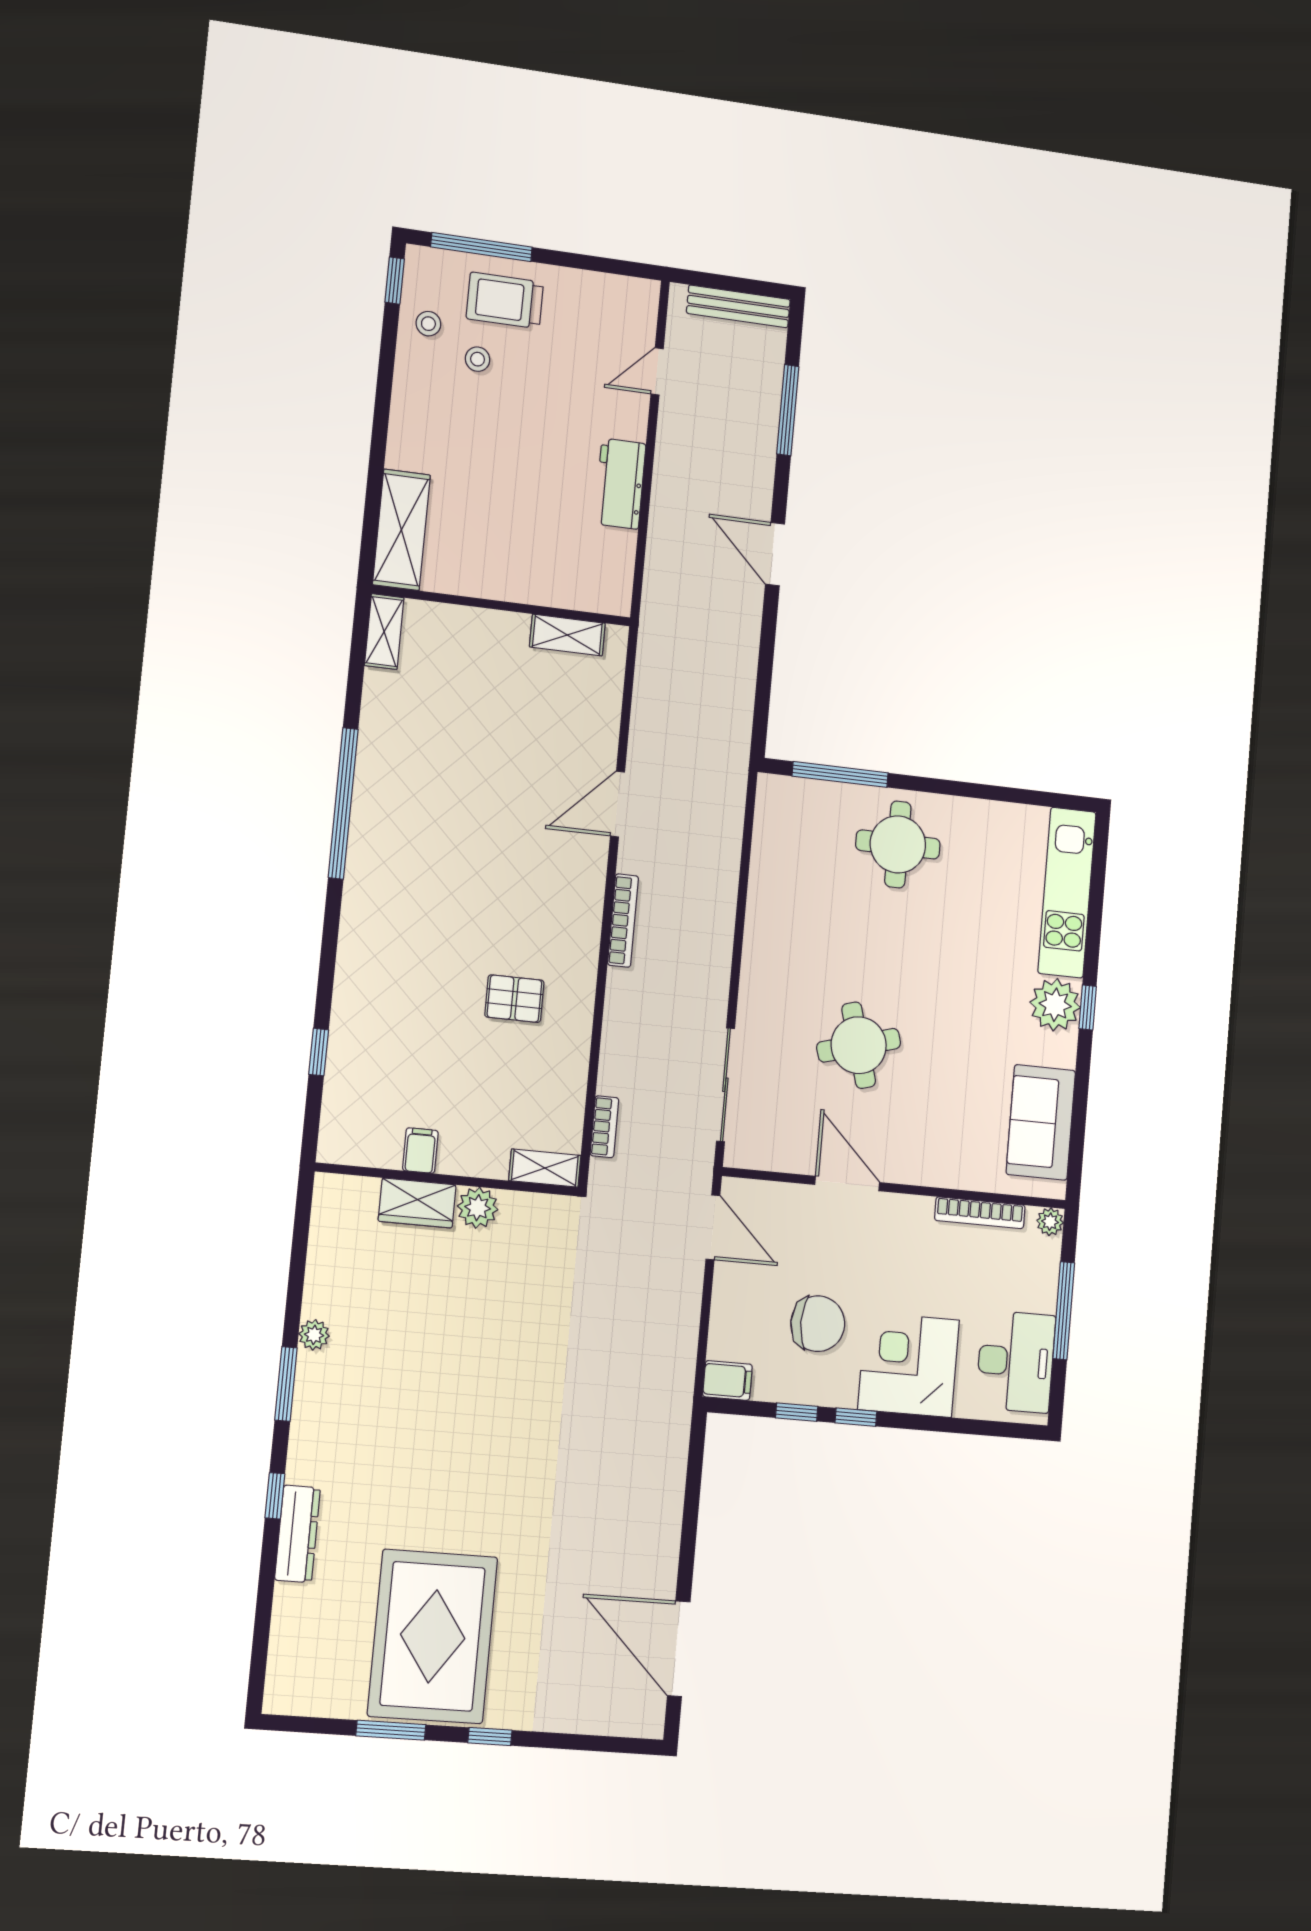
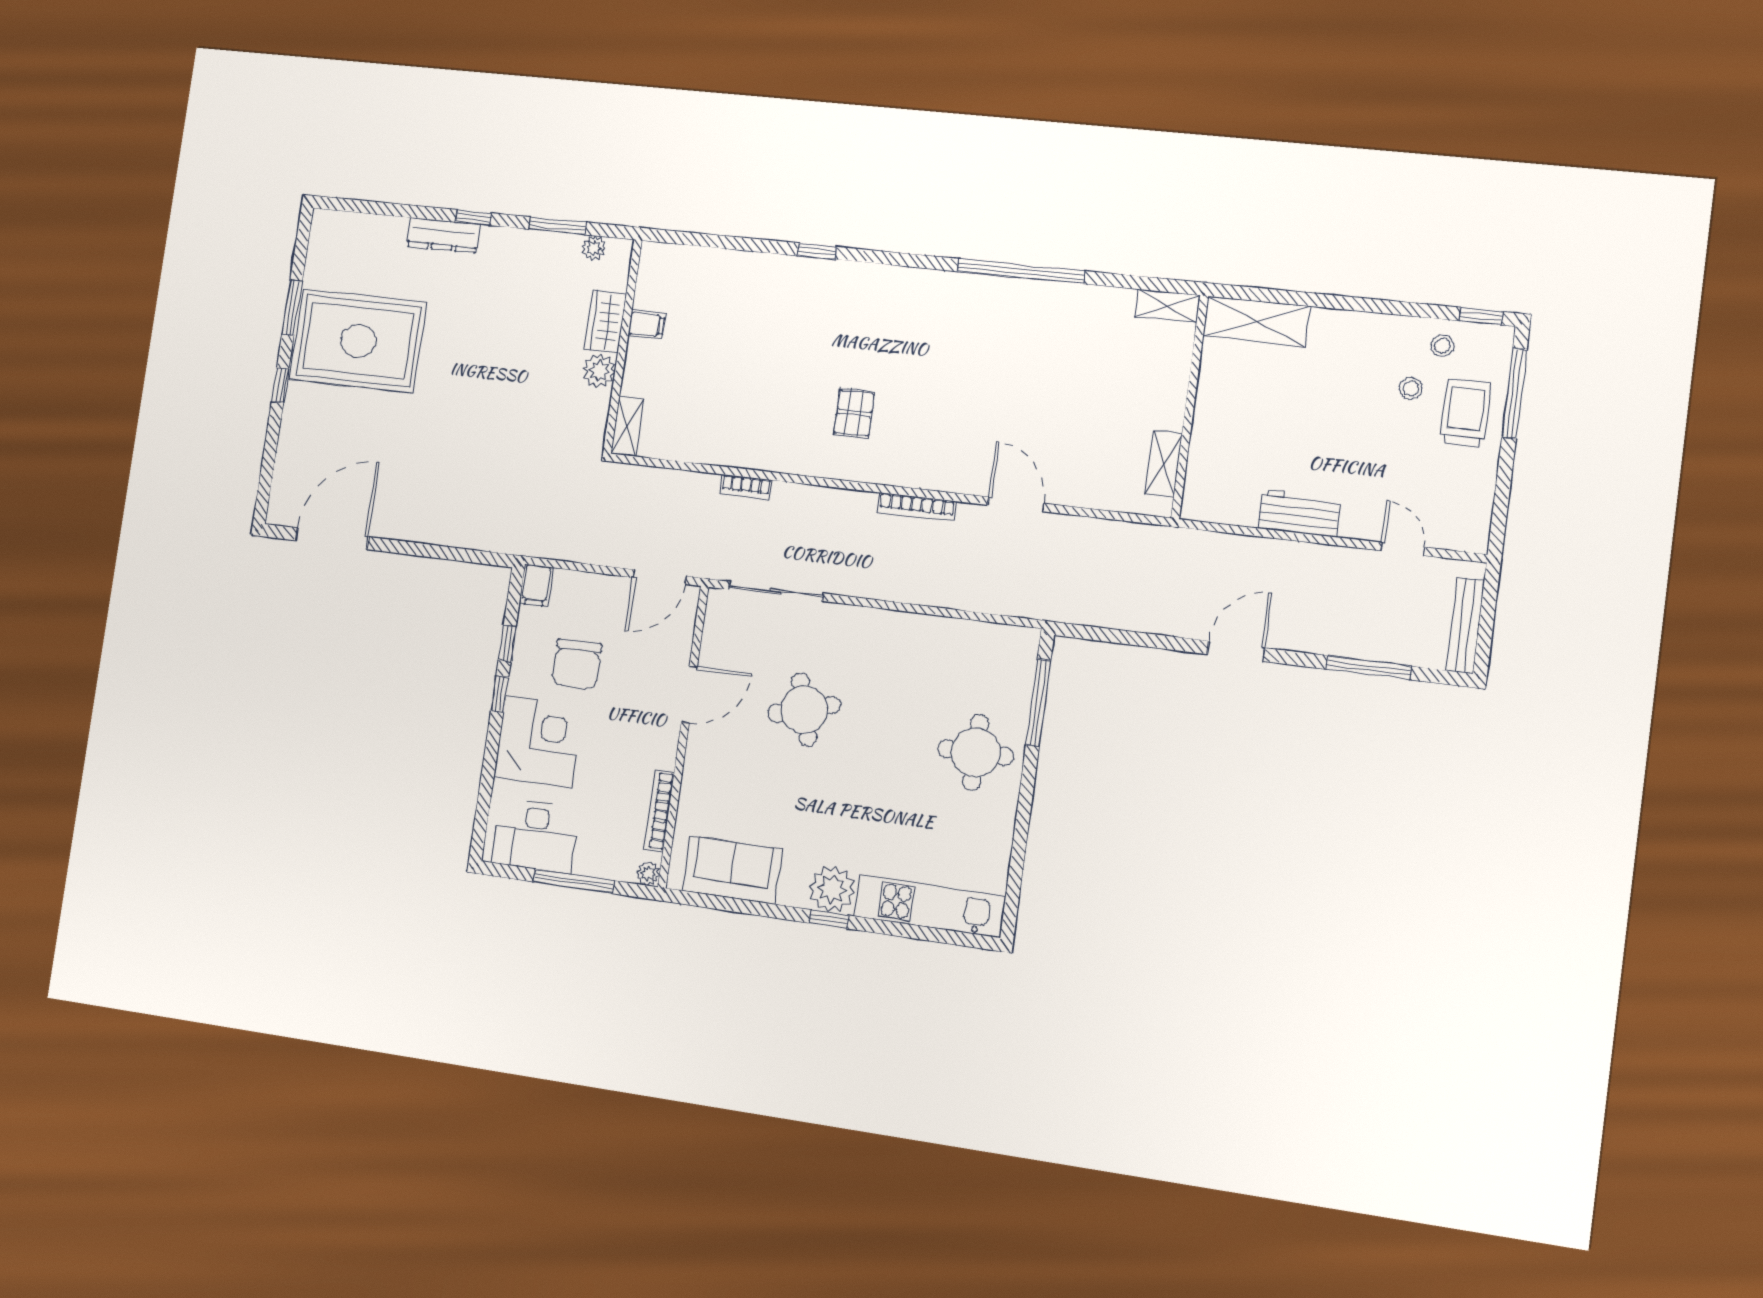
filing cabinet: (420, 1151) -> (647, 325), moved
shelving: (545, 1168) -> (627, 426), moved
wall: (447, 1179) -> (623, 346), moved
wardrobe: (417, 1203) -> (605, 322), moved
plant: (478, 1208) -> (599, 371), moved

